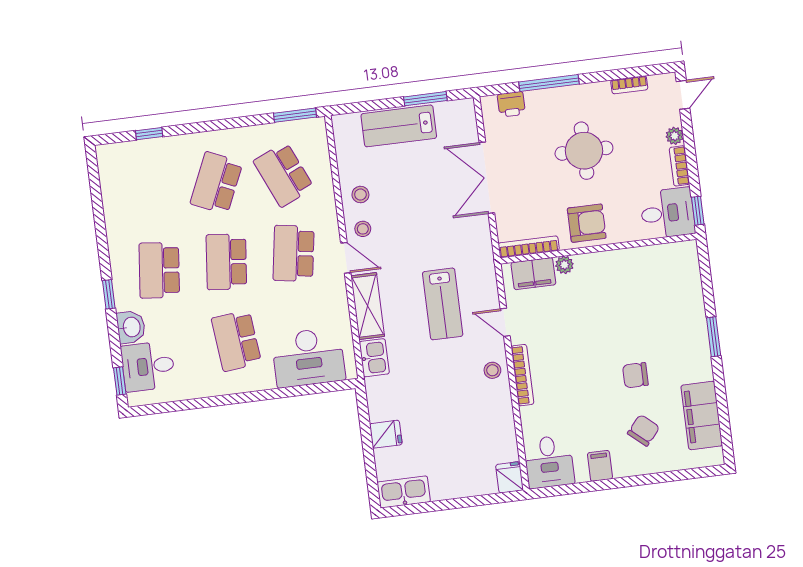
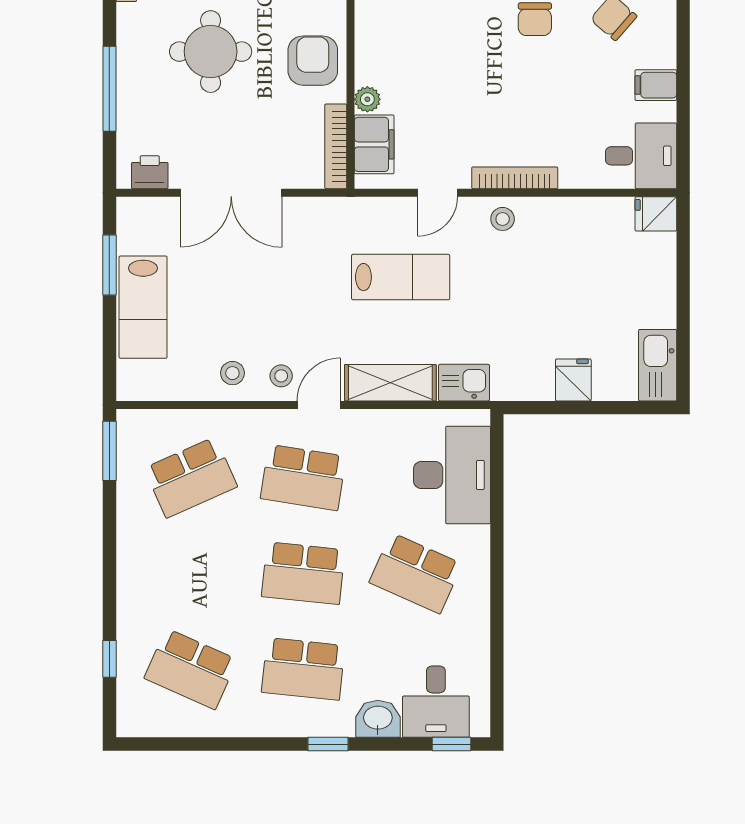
printer: (511, 104) -> (150, 172), moved, turned -90
school desk: (216, 183) -> (191, 669), moved
school desk: (236, 341) -> (416, 573), turned 30

